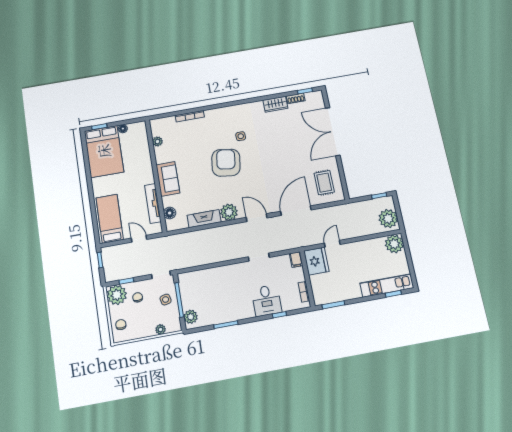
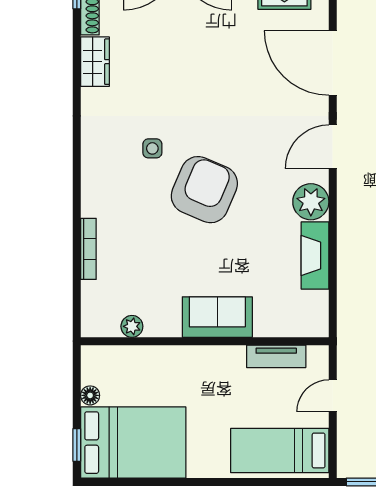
armchair: (226, 163) -> (204, 190), turned 105
tv unit: (153, 203) -> (276, 356), width x0.71
floor lamp: (170, 213) -> (290, 325), removed

